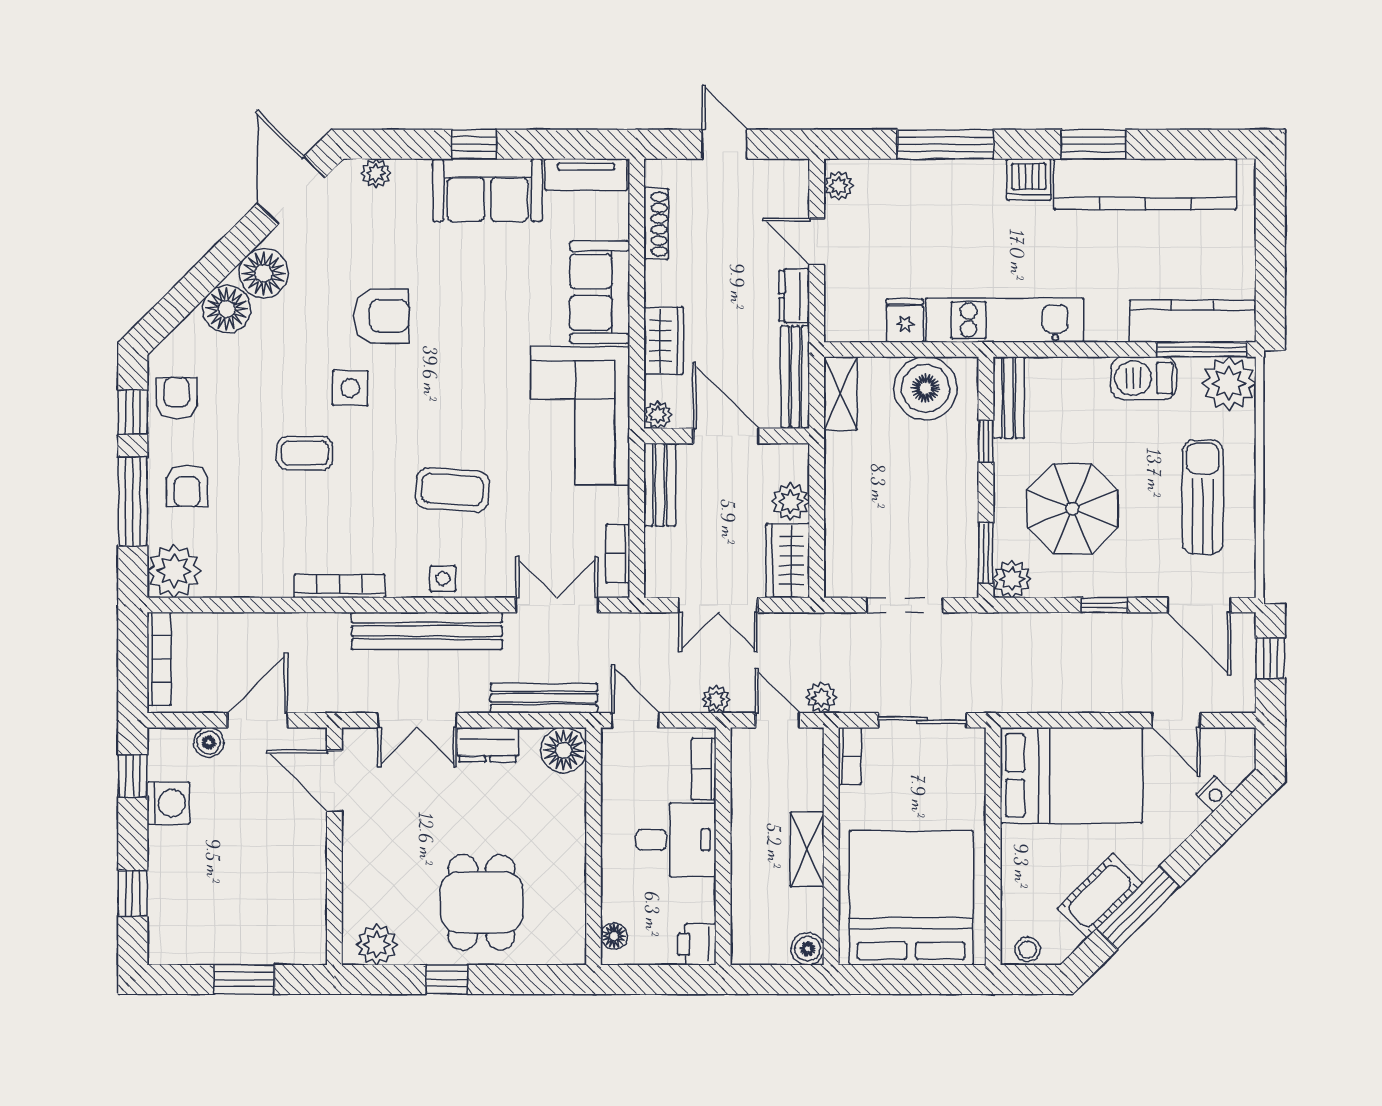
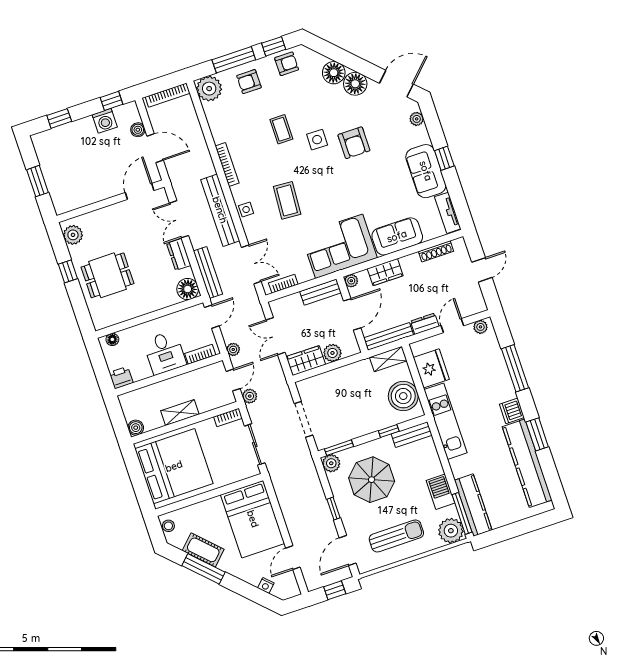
fridge: (905, 320) -> (431, 368), width x1.88, depth x1.34

